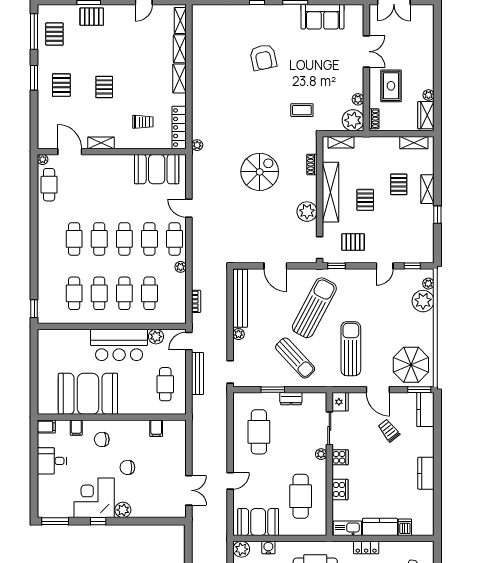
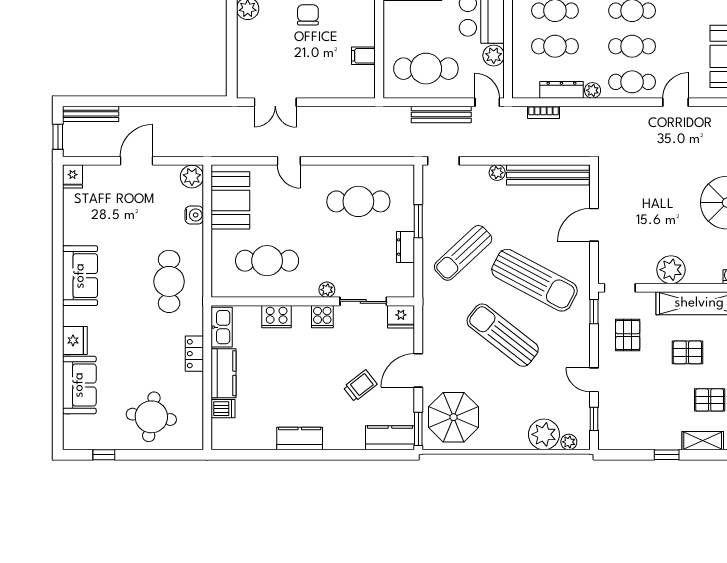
dresser: (180, 289) -> (561, 90), added
sun lounger: (351, 349) -> (503, 335), moved, turned -142
cafe table: (165, 384) -> (426, 69), width x1.37, depth x1.35

